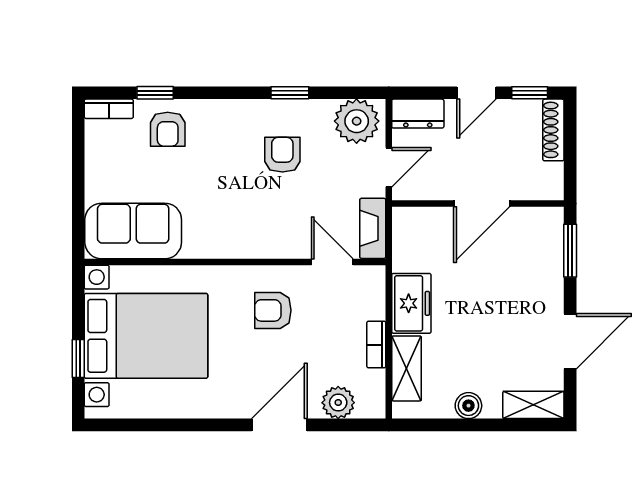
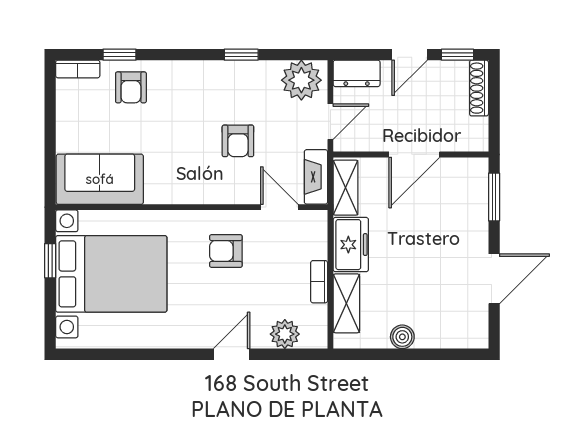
armchair: (282, 155) -> (238, 141), moved, turned 180
window: (78, 359) -> (50, 261), moved
shelving: (533, 405) -> (346, 188), moved, turned 90
door: (279, 425) -> (232, 354), width x0.73

